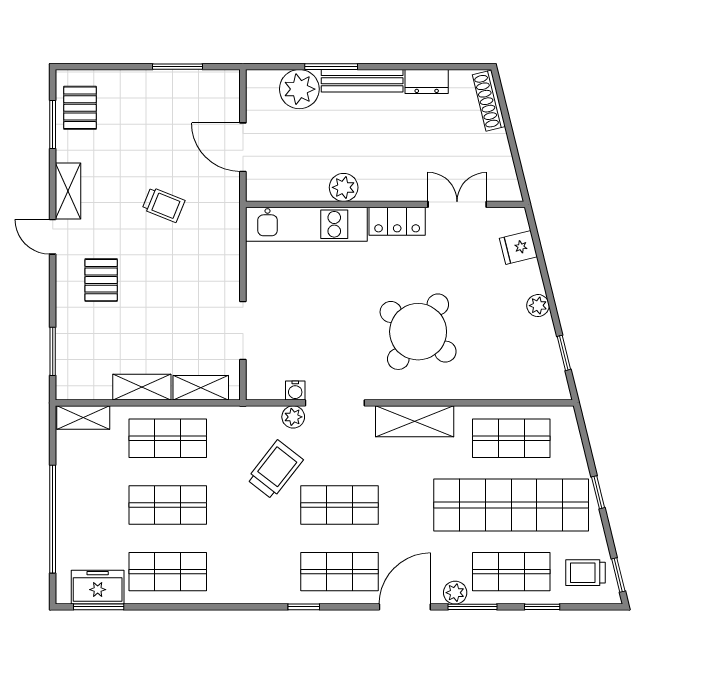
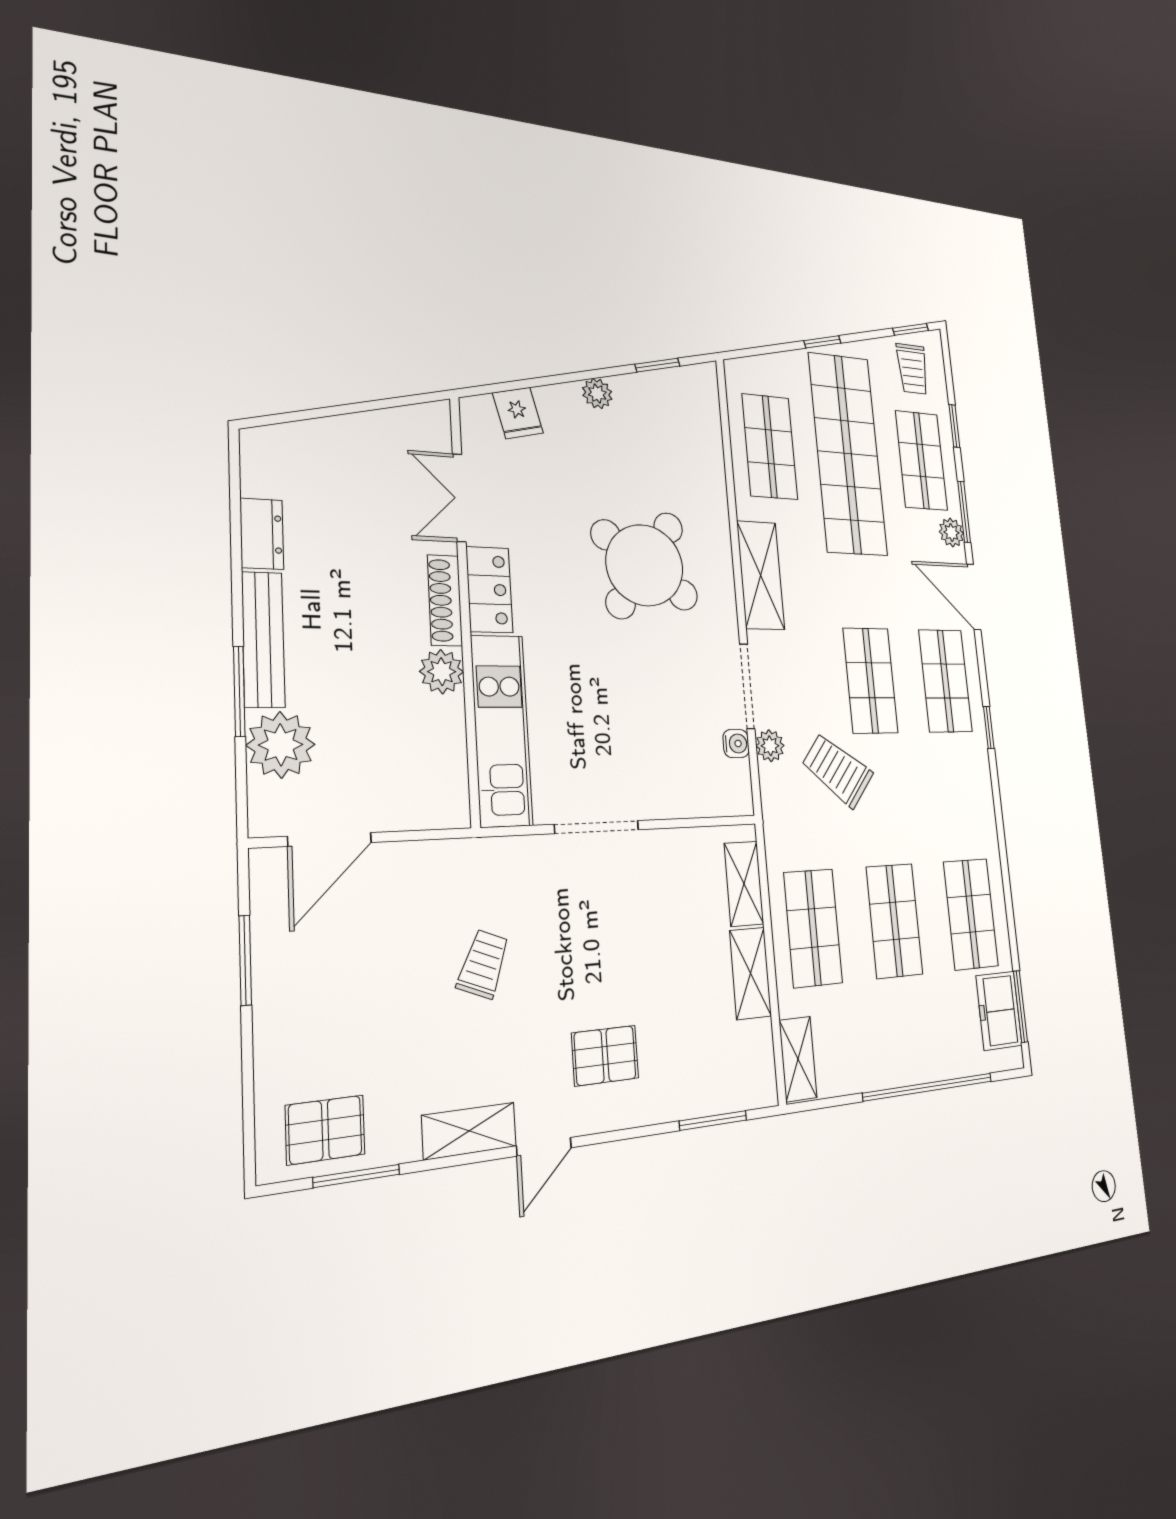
shoe rack: (489, 101) -> (445, 600), moved, turned 104
door: (243, 147) -> (330, 839), moved
doorway: (243, 330) -> (597, 827), moved

